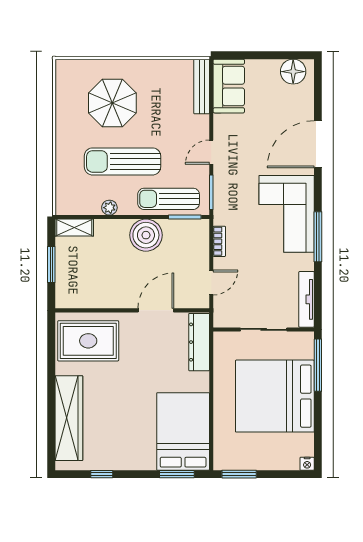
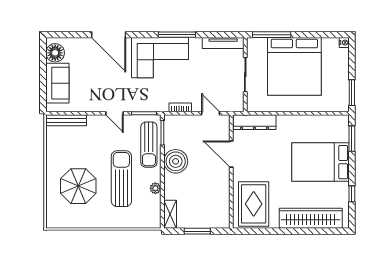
sofa: (229, 86) -> (57, 83), moved, turned 90
sun lounger: (122, 161) -> (121, 179), turned 180
bed: (183, 431) -> (320, 162), moved

